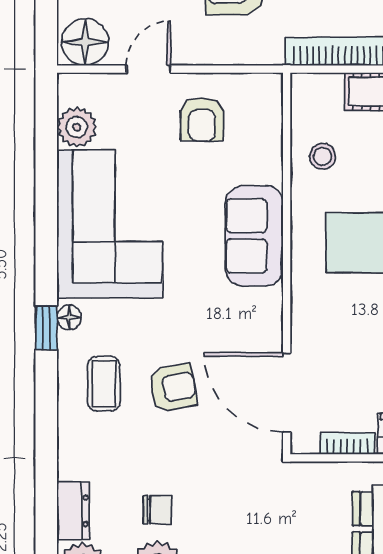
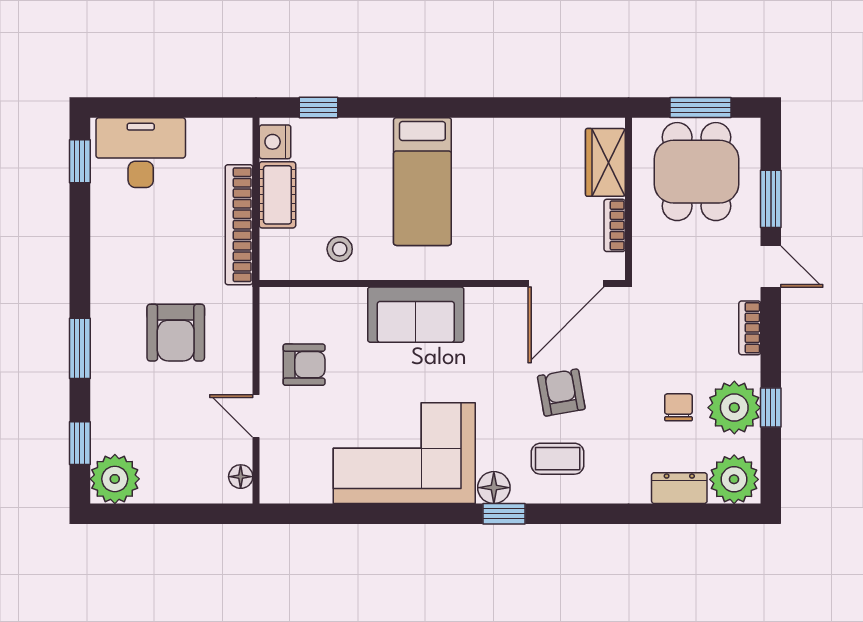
floor lamp: (85, 42) -> (241, 477), width x0.53, depth x0.53
plant: (77, 127) -> (312, 485), removed
floor lamp: (69, 317) -> (494, 488), width x1.37, depth x1.37

